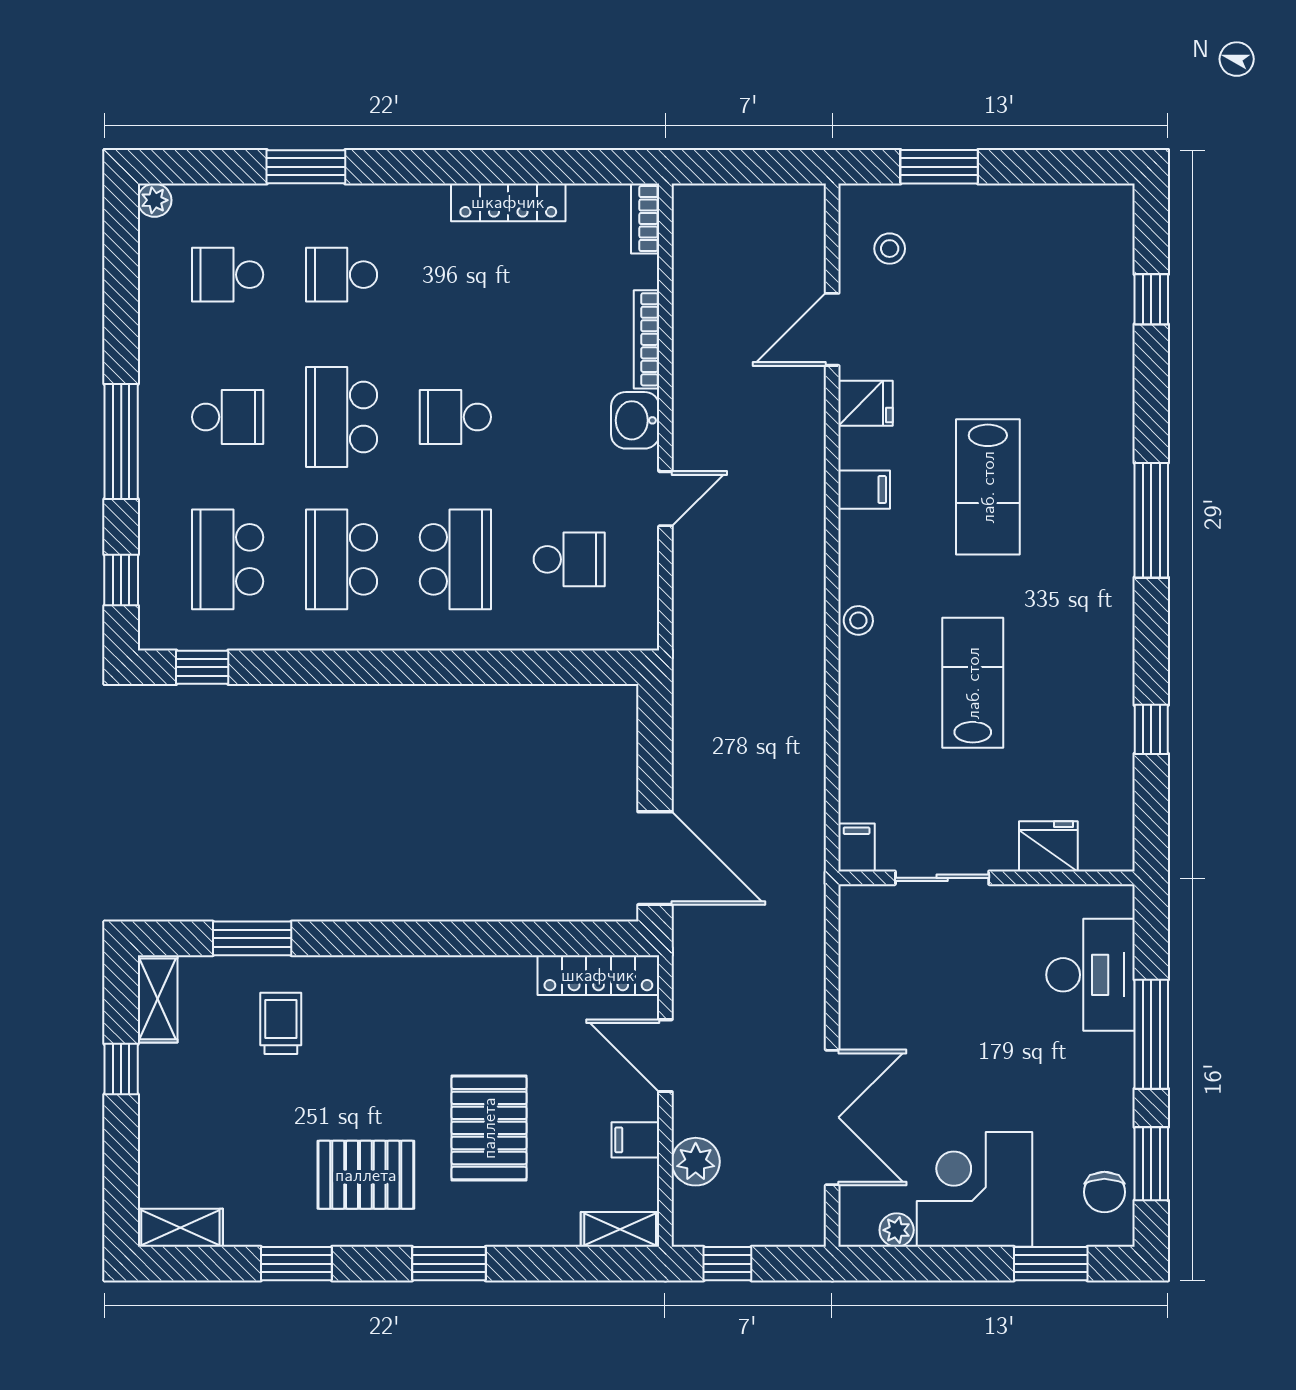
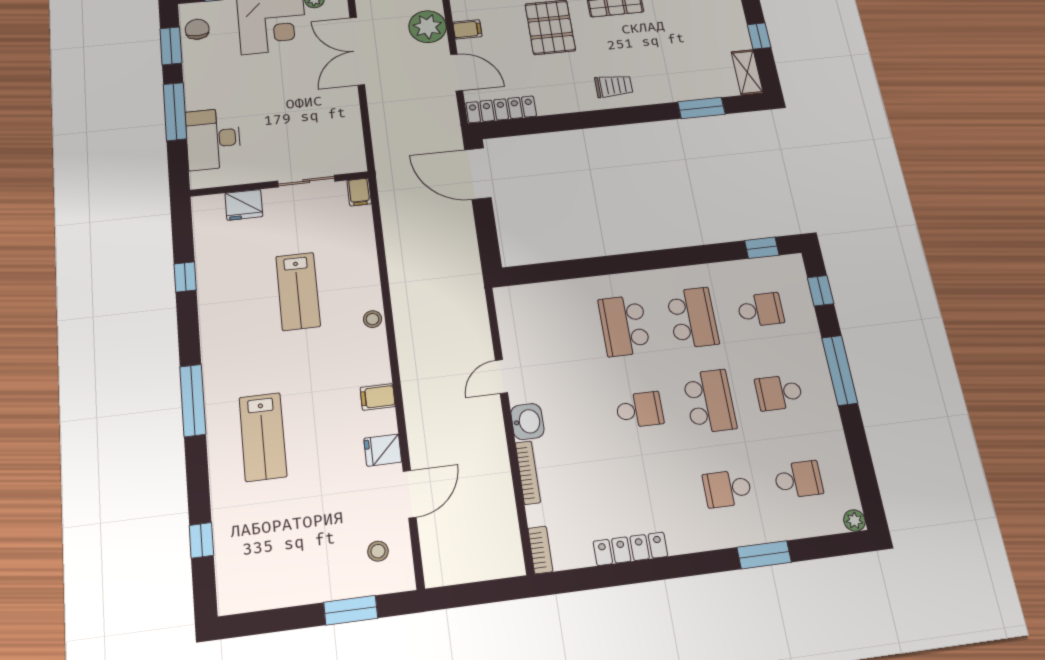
school desk: (342, 275) -> (727, 489), turned 180
lab bench: (988, 487) -> (263, 437), moved, turned 180
school desk: (228, 559) -> (760, 310), width x0.54
school desk: (569, 559) -> (555, 334), removed
trolley: (281, 1023) -> (614, 86), moved, turned -90
plant: (696, 1162) -> (428, 27), width x1.36, depth x1.36

